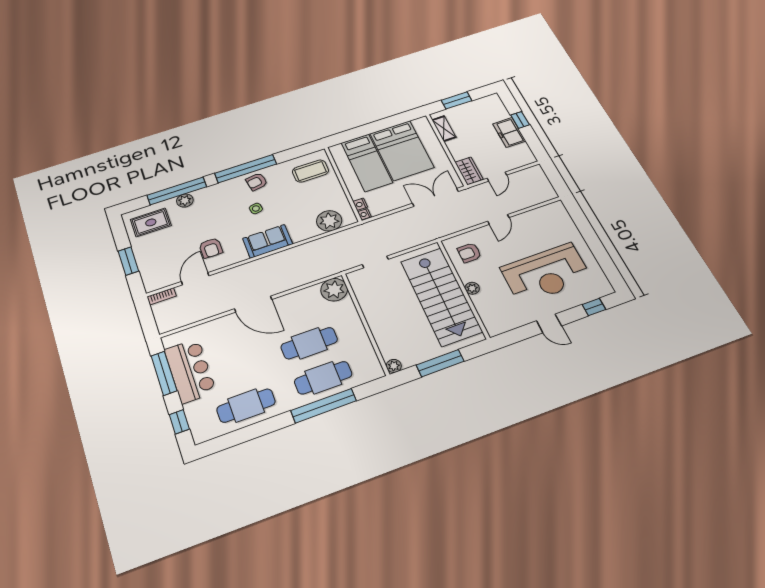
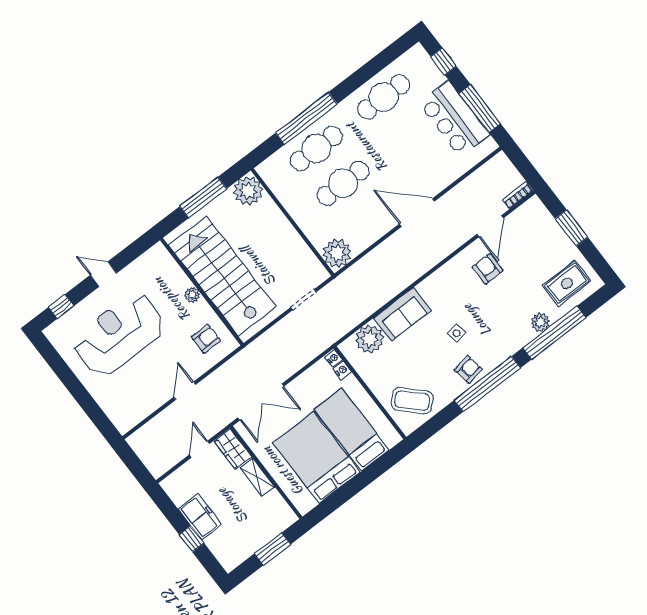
shelving: (444, 129) -> (257, 477), moved
coffee table: (310, 171) -> (412, 401), turned 45
sofa: (268, 241) -> (402, 314), moved
plant: (394, 366) -> (248, 191), width x1.87, depth x1.87

